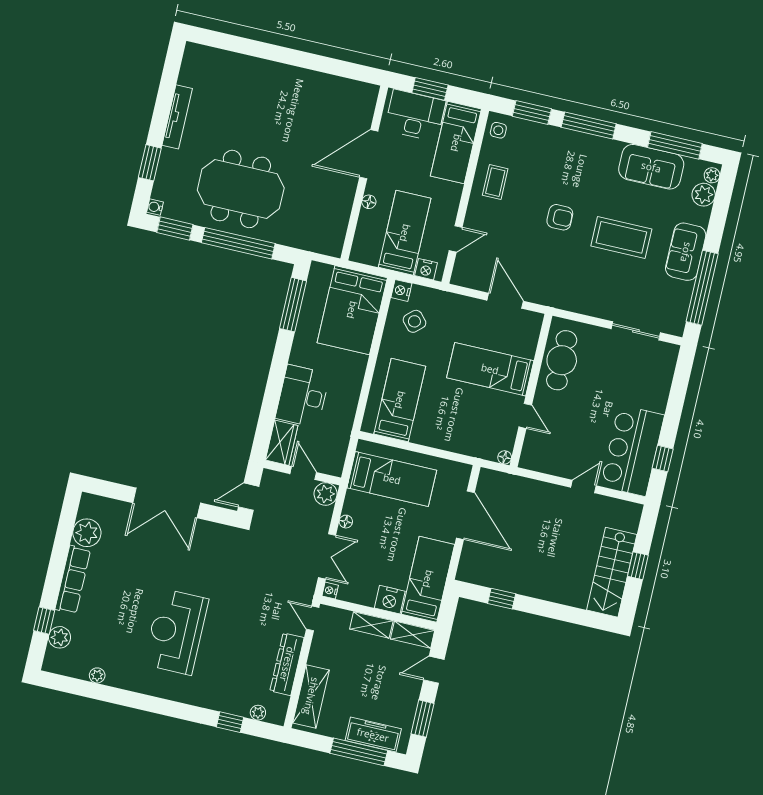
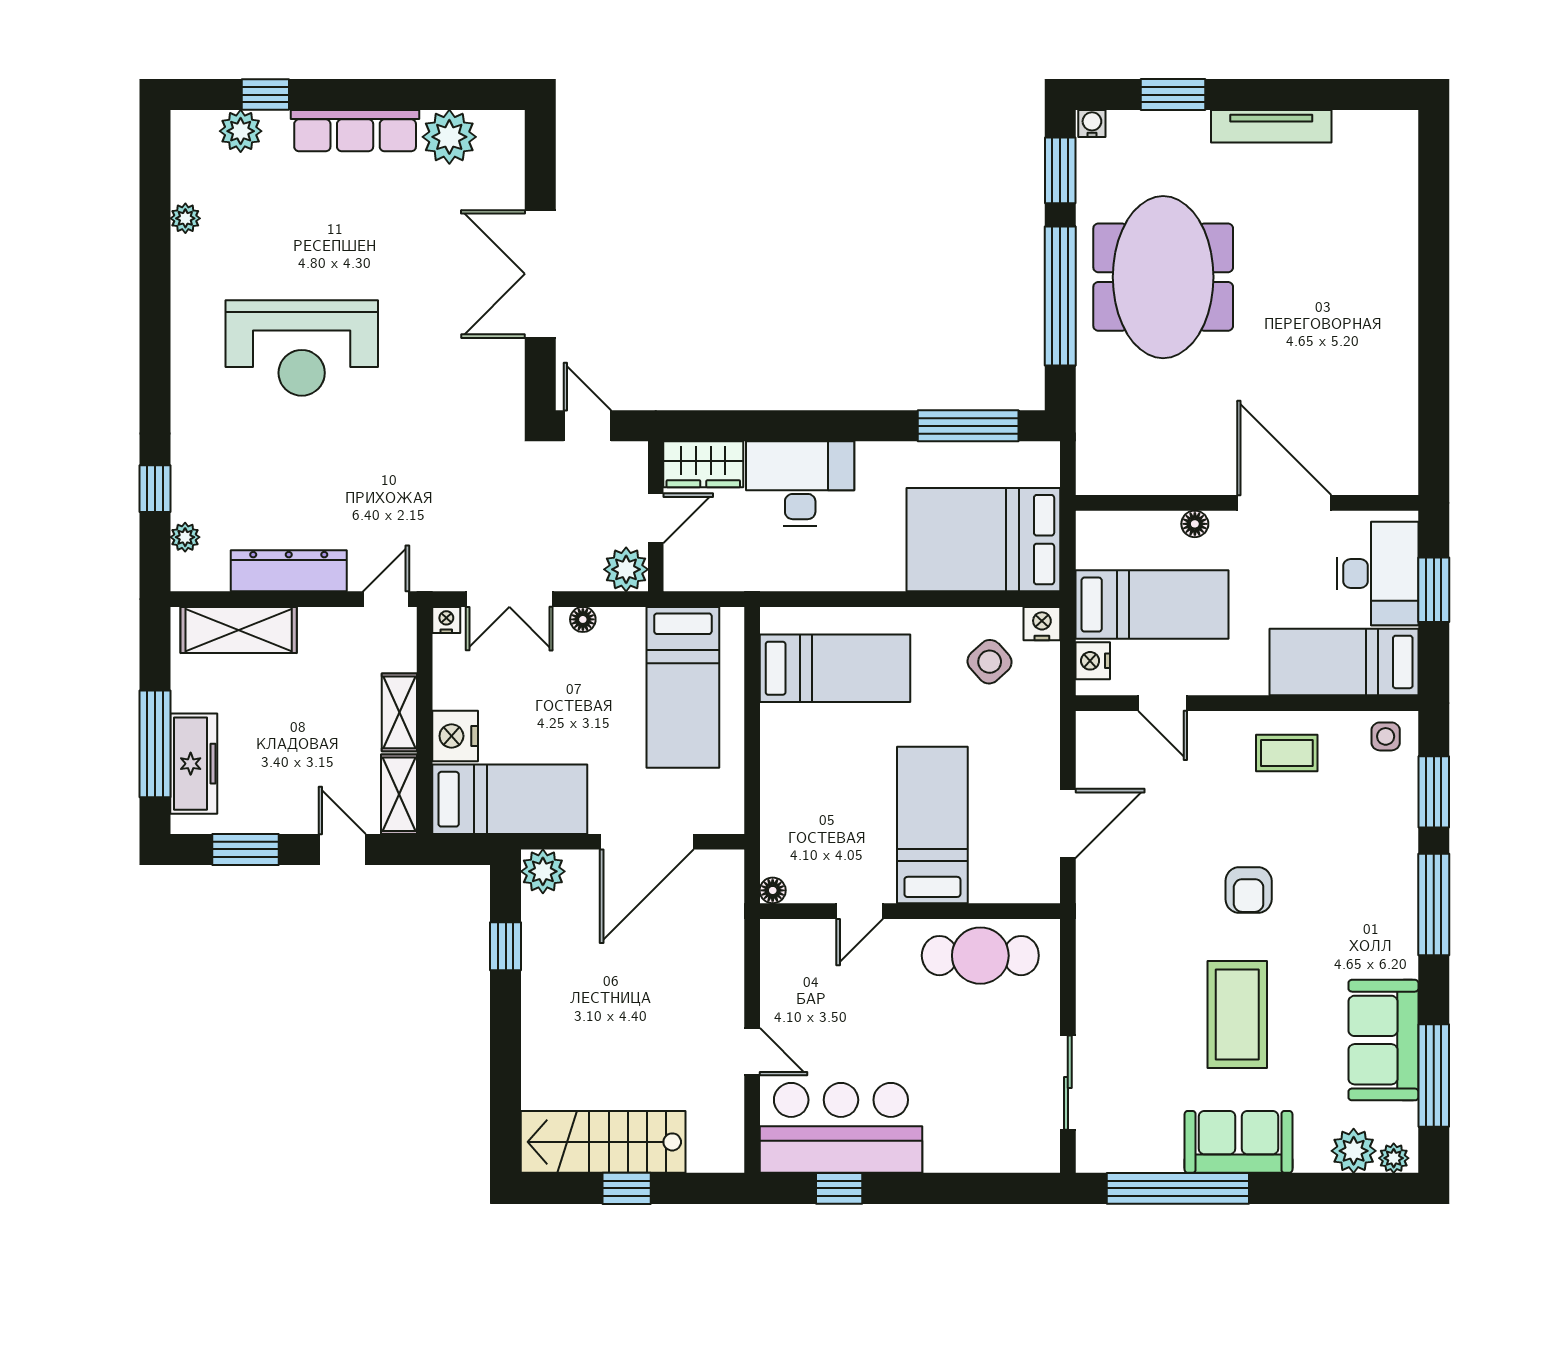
plant: (468, 571) -> (543, 871), added
reception desk: (176, 632) -> (302, 348), turned 180

